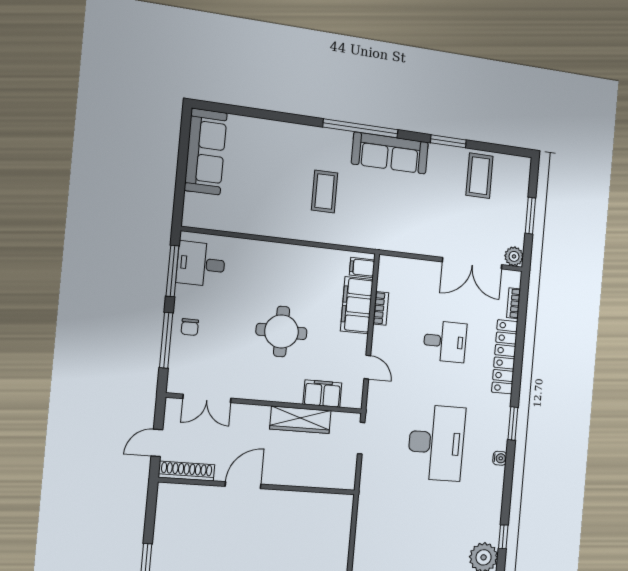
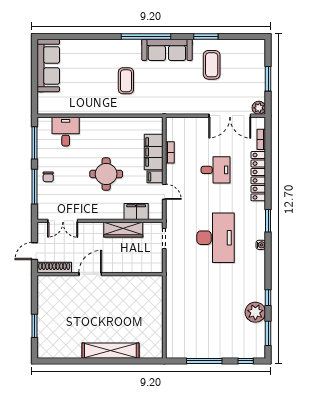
coffee table: (479, 176) -> (212, 65), moved
desk: (201, 264) -> (66, 132), moved, turned 90
filing cabinet: (362, 267) -> (155, 177), moved

